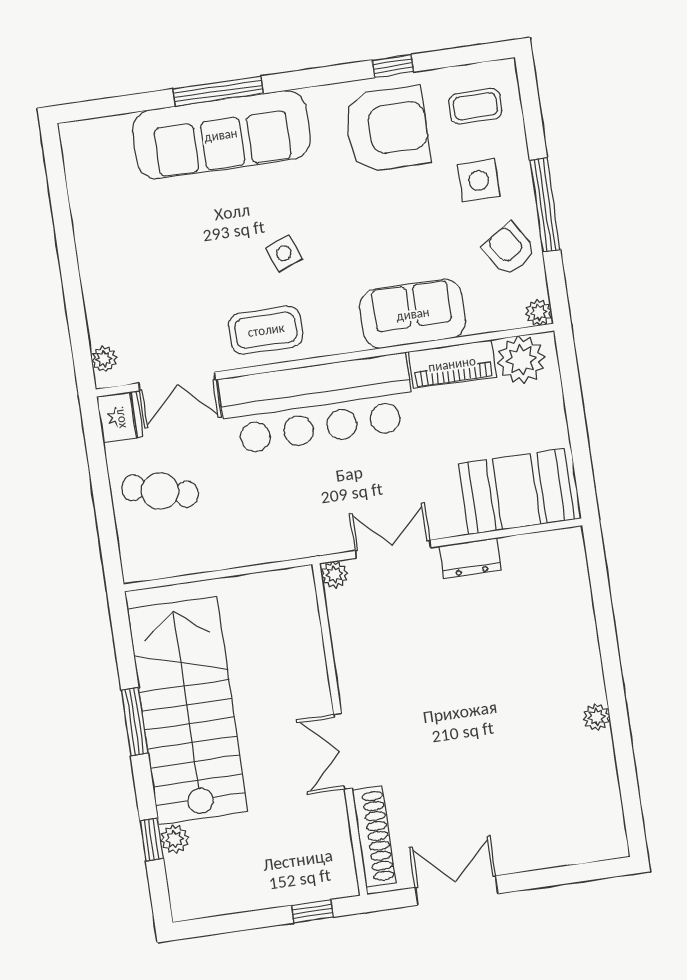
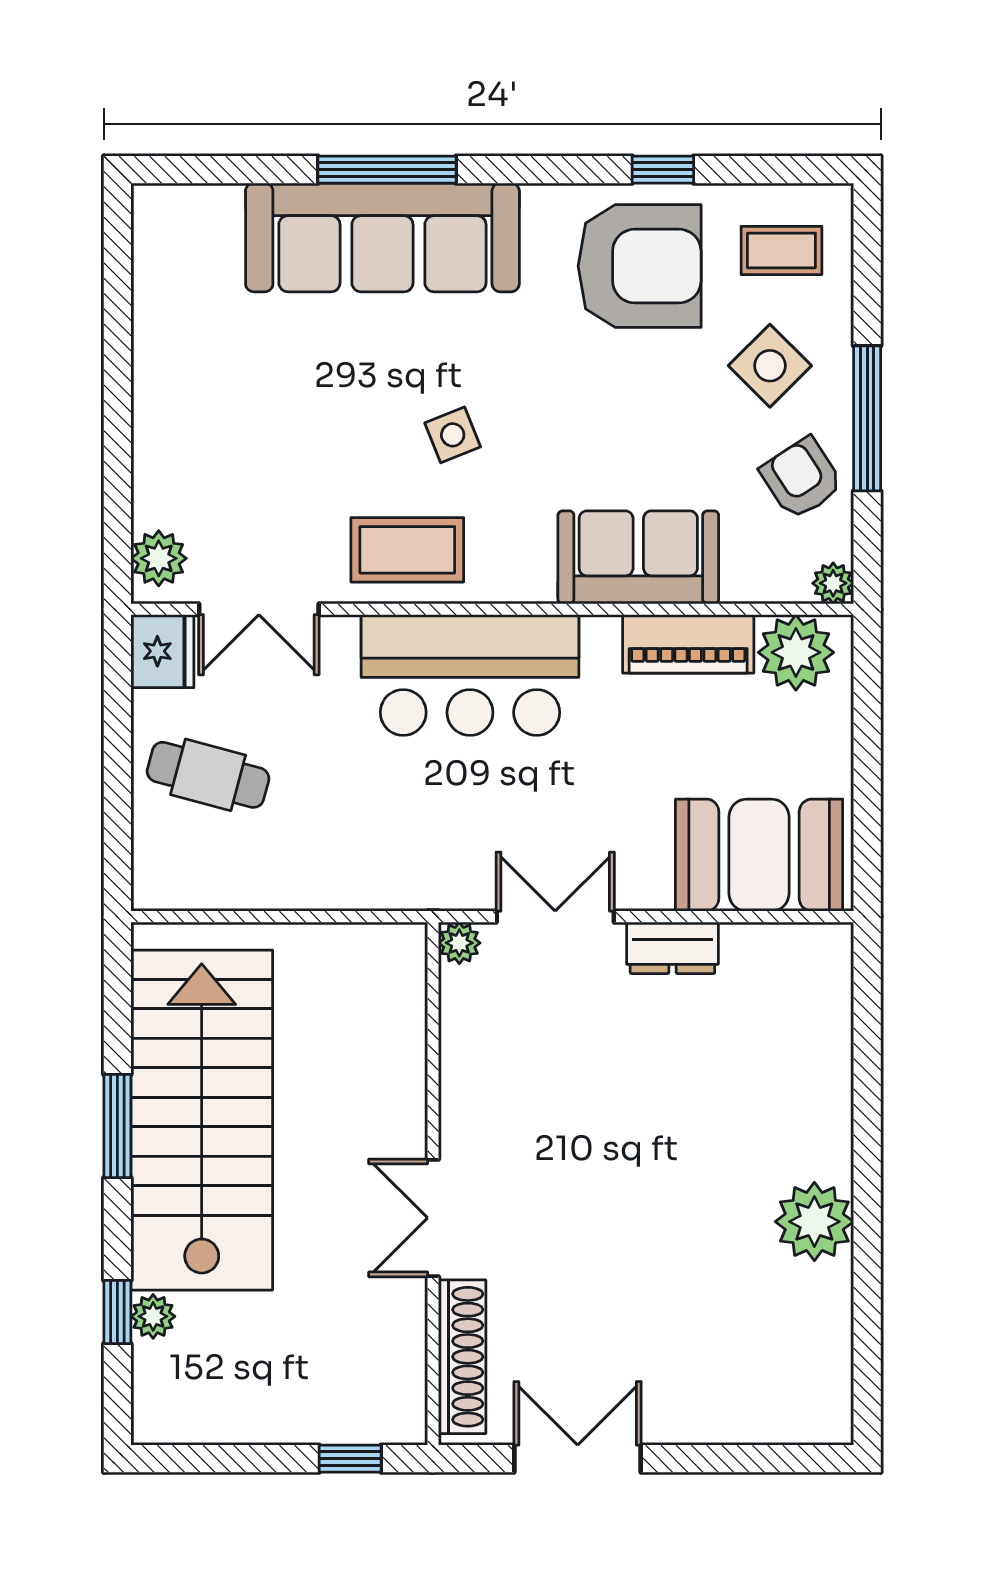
side table: (479, 180) -> (770, 366), turned 45
plant: (104, 359) -> (159, 558), width x1.38, depth x1.38
bar counter: (317, 404) -> (470, 675), width x0.73
plant: (597, 717) -> (814, 1222), width x1.88, depth x1.88

